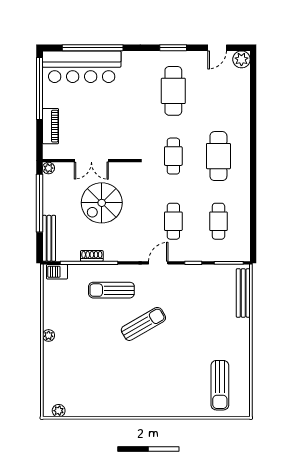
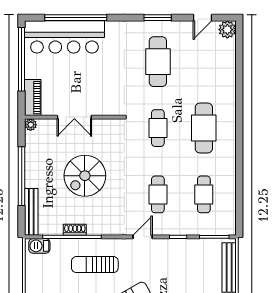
double door: (91, 161) -> (74, 117), moved
wall: (91, 161) -> (74, 117), moved
plant: (48, 168) -> (31, 125), moved

